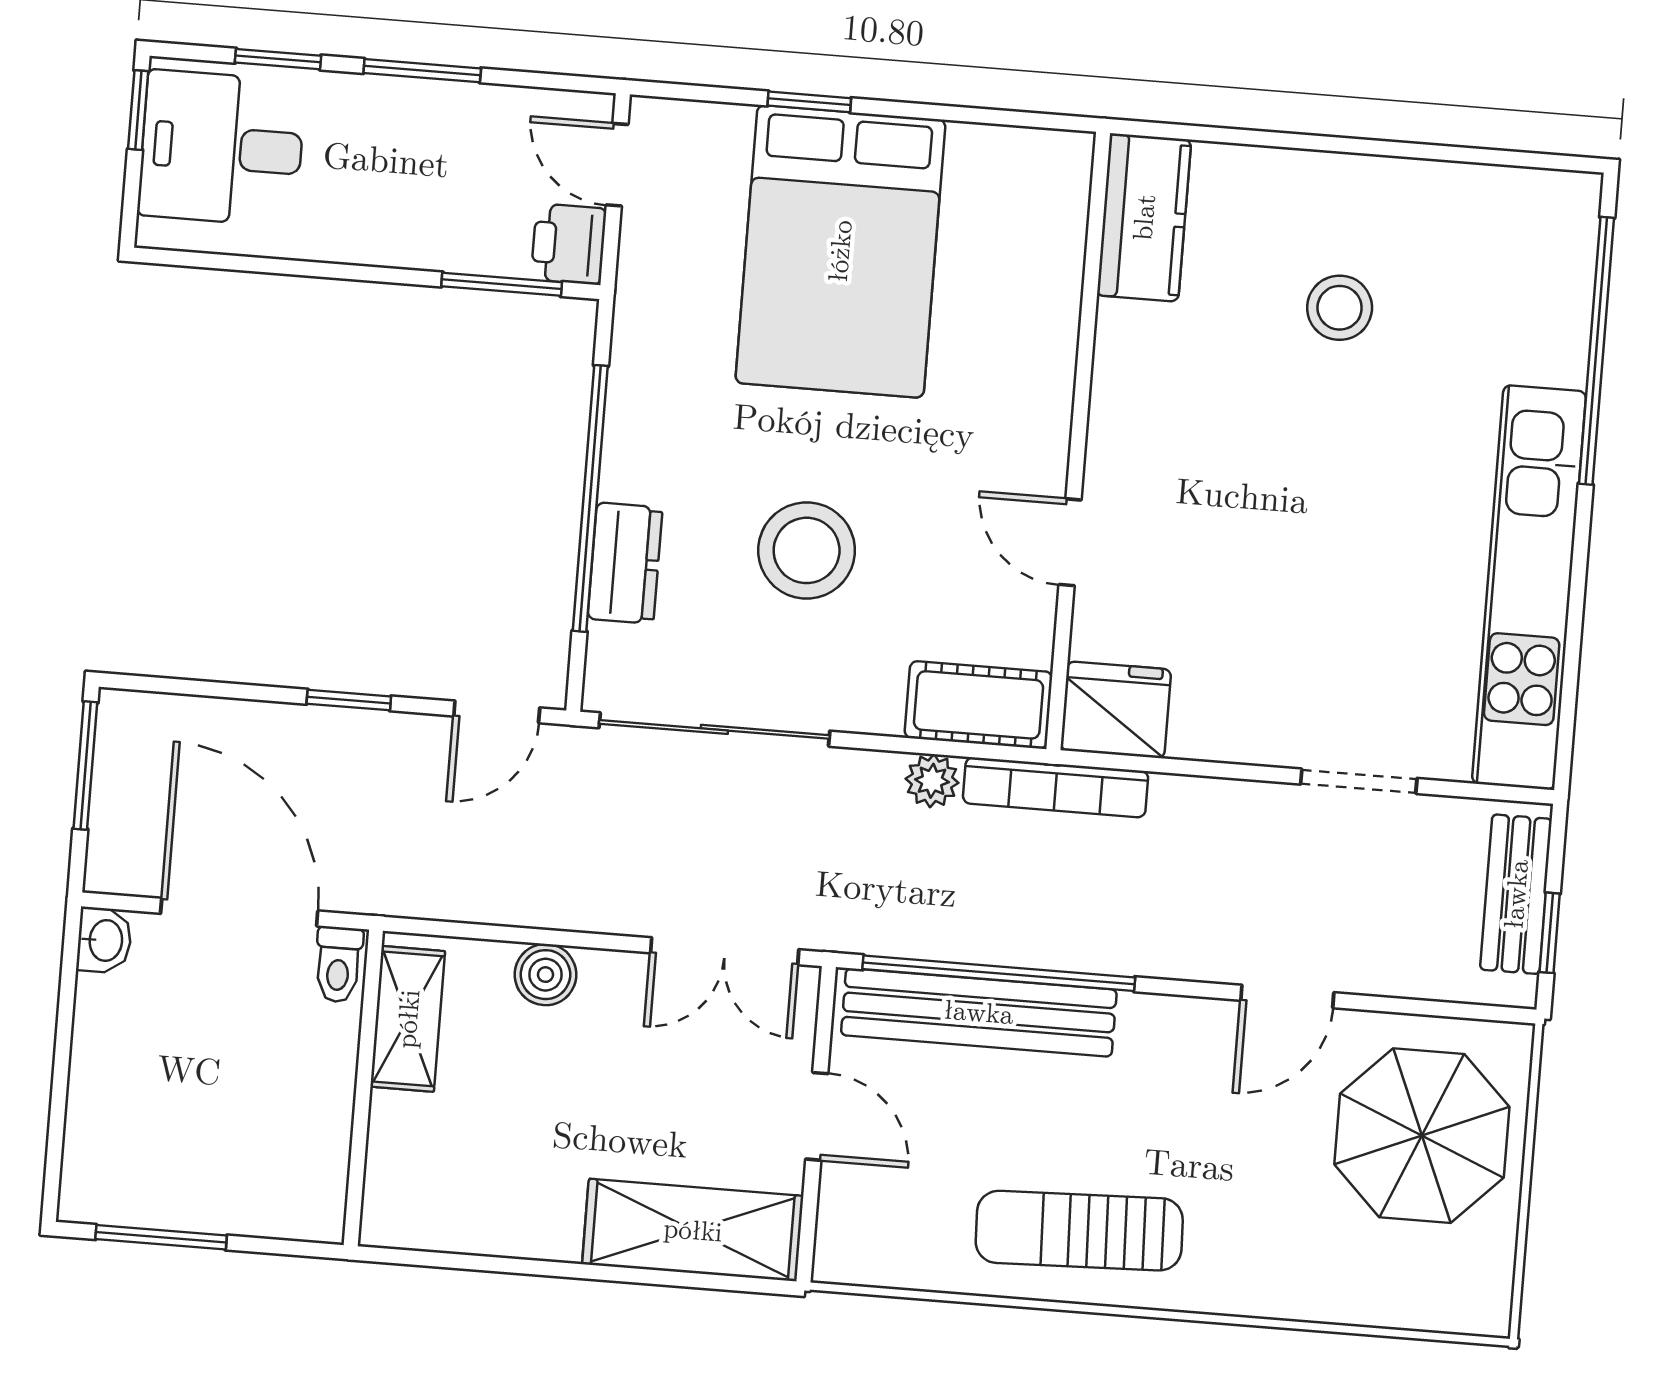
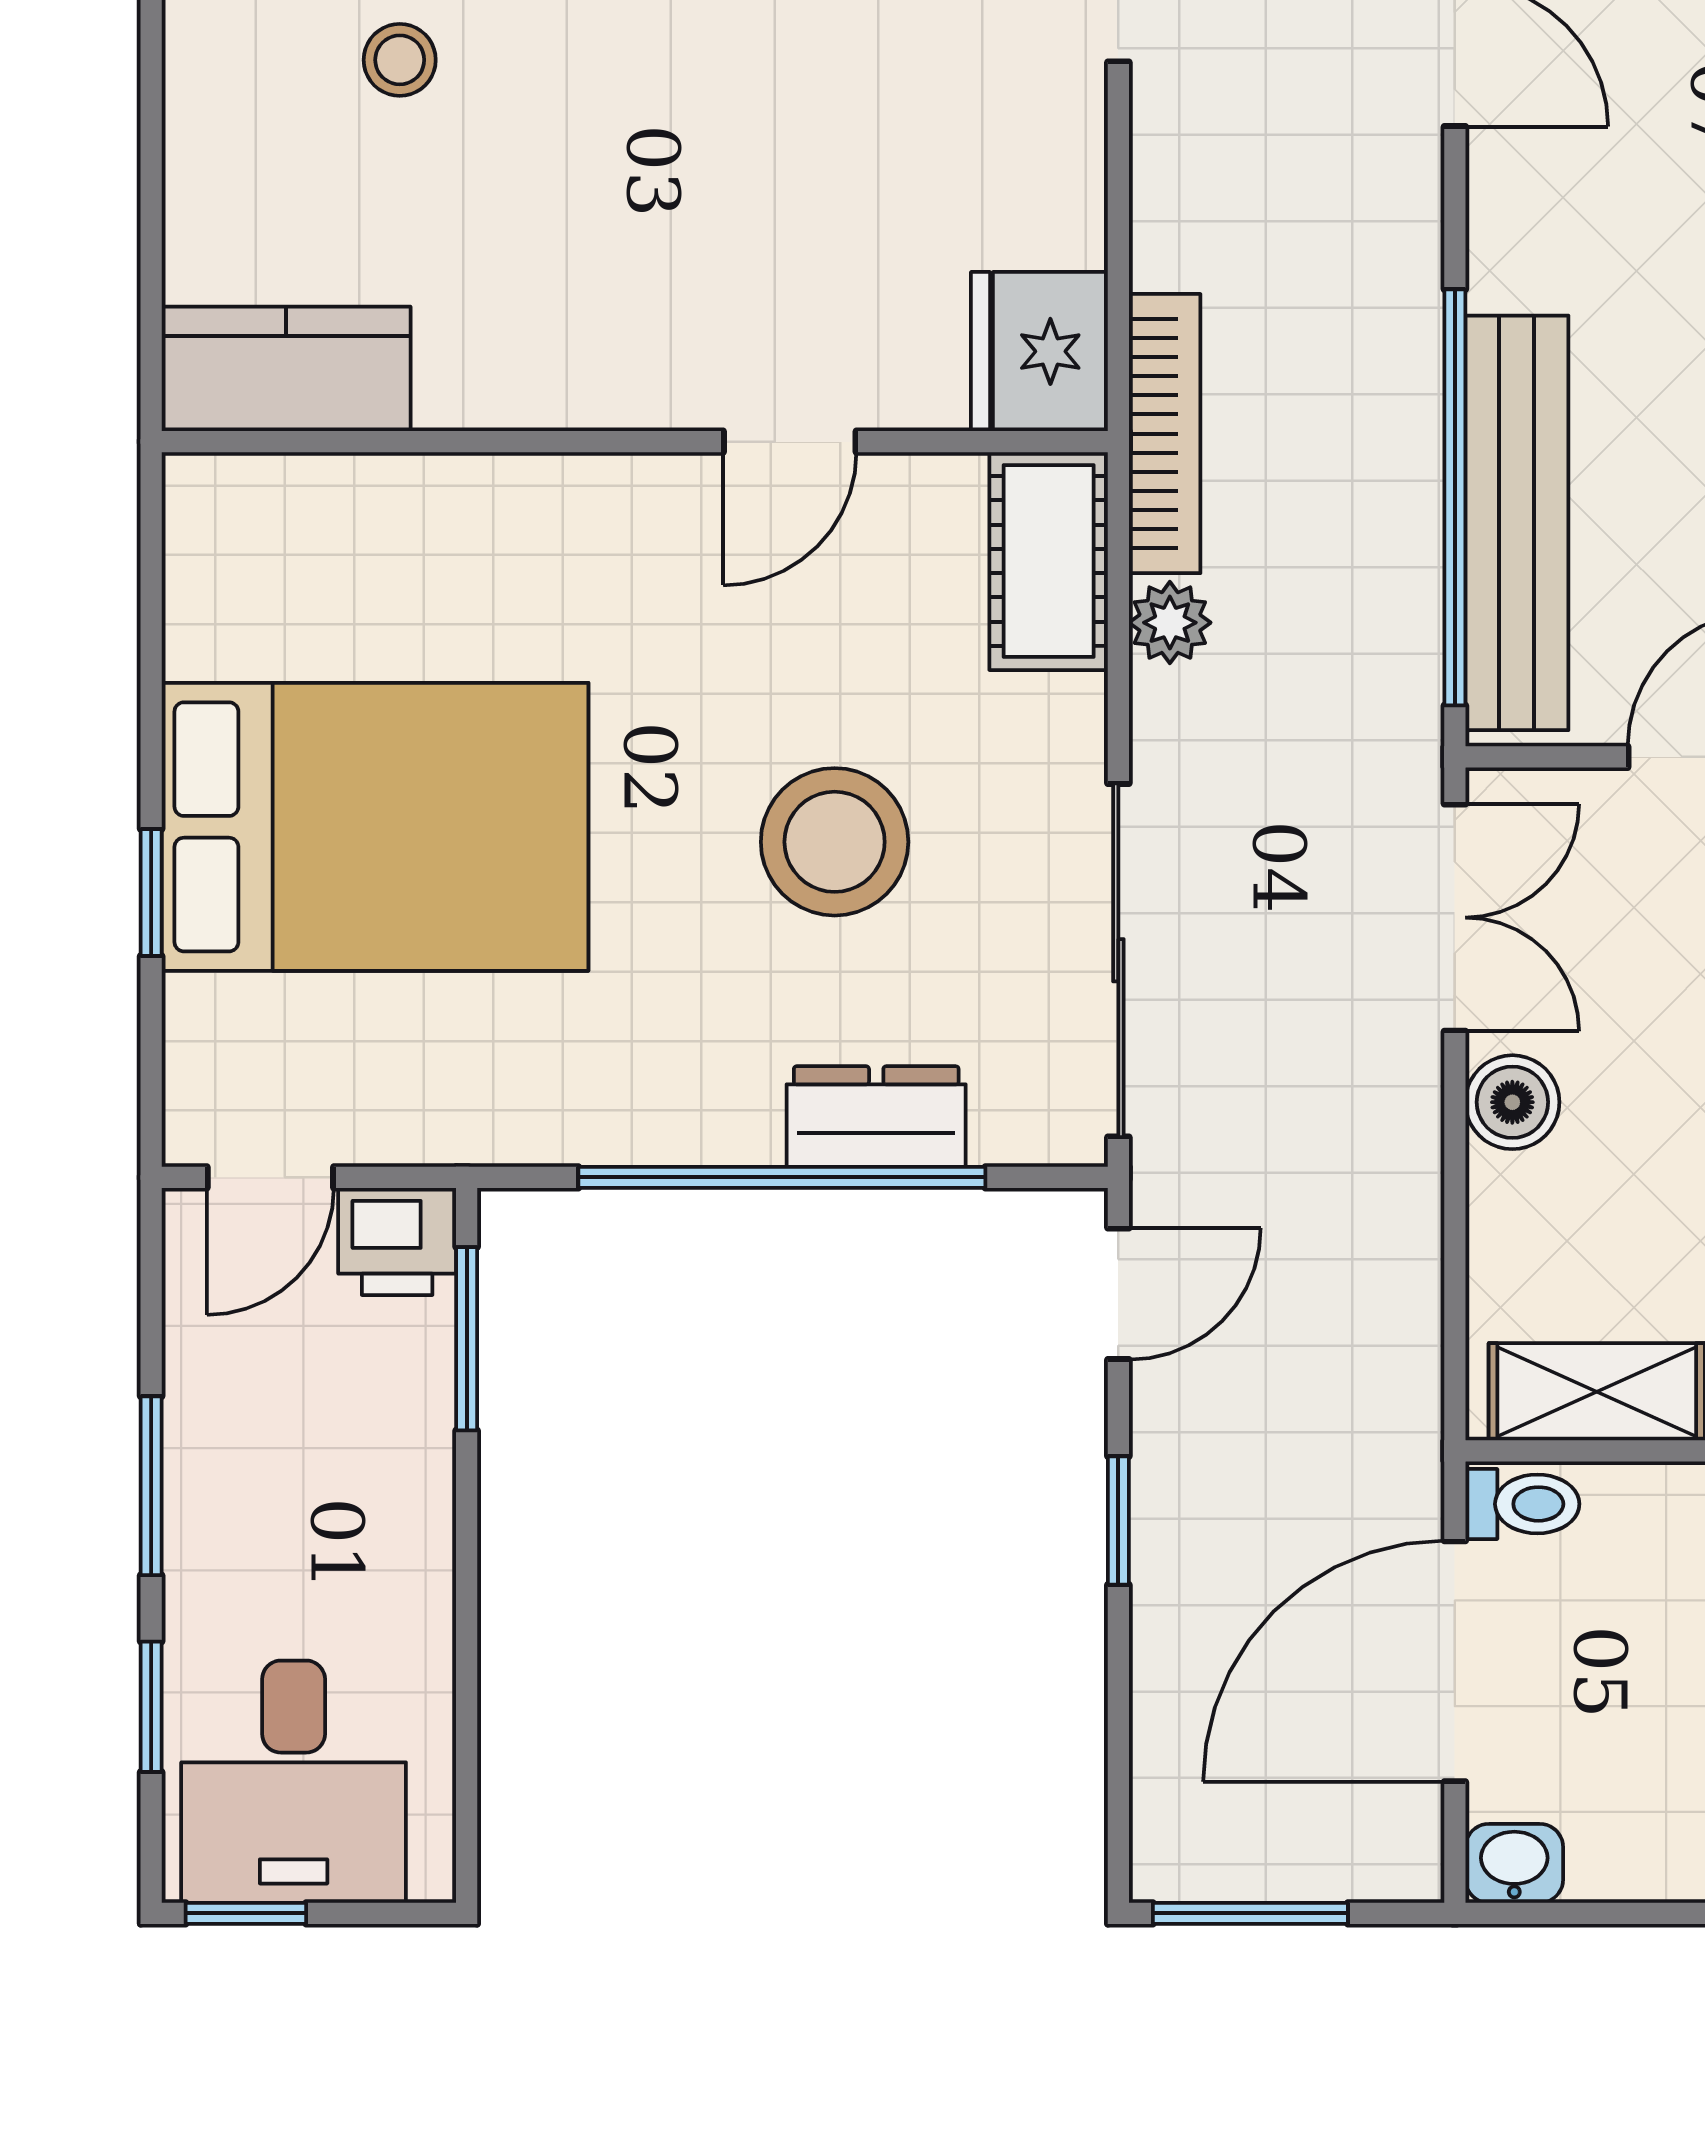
stool: (1340, 308) -> (400, 60), width x0.73, depth x0.73
door: (497, 712) -> (1118, 1294), hinge flipped
boiler: (545, 975) -> (1512, 1102), moved

